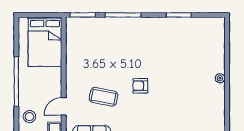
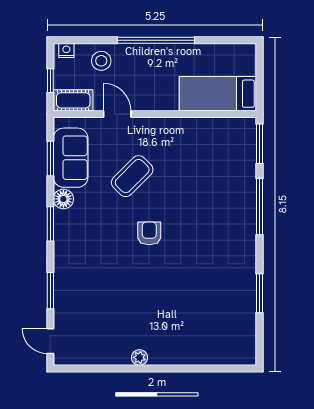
bed: (45, 42) -> (218, 94), width x0.67
plant: (220, 78) -> (139, 357), moved
coffee table: (103, 97) -> (132, 176), turned 34

